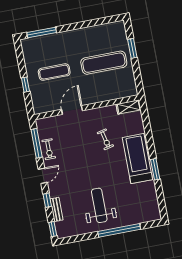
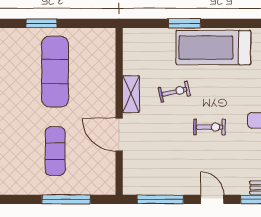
window: (25, 85) -> (66, 199), width x2.17
shelving: (129, 107) -> (131, 94), moved
exercise bike: (49, 149) -> (209, 127), moved
window: (155, 169) -> (184, 23), moved

